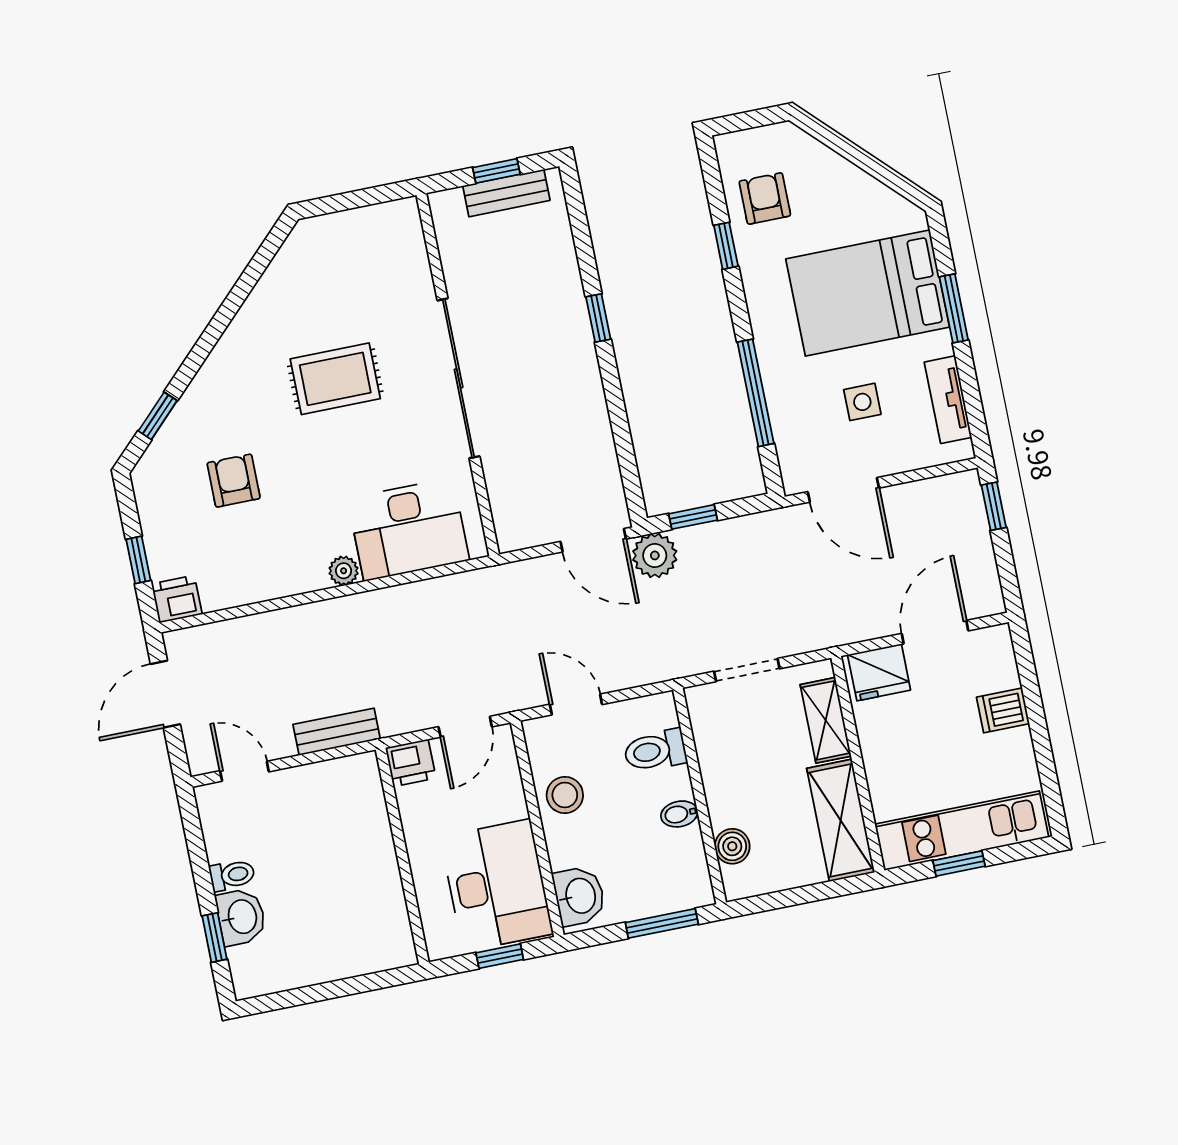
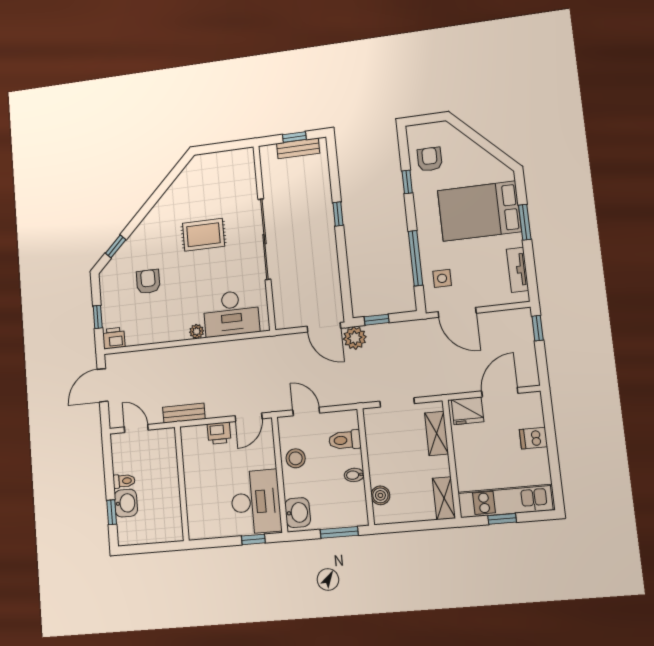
side table: (862, 402) -> (442, 278), moved
shelving: (841, 820) -> (444, 498), width x0.67, depth x0.75
wall: (402, 856) -> (182, 483), moved

